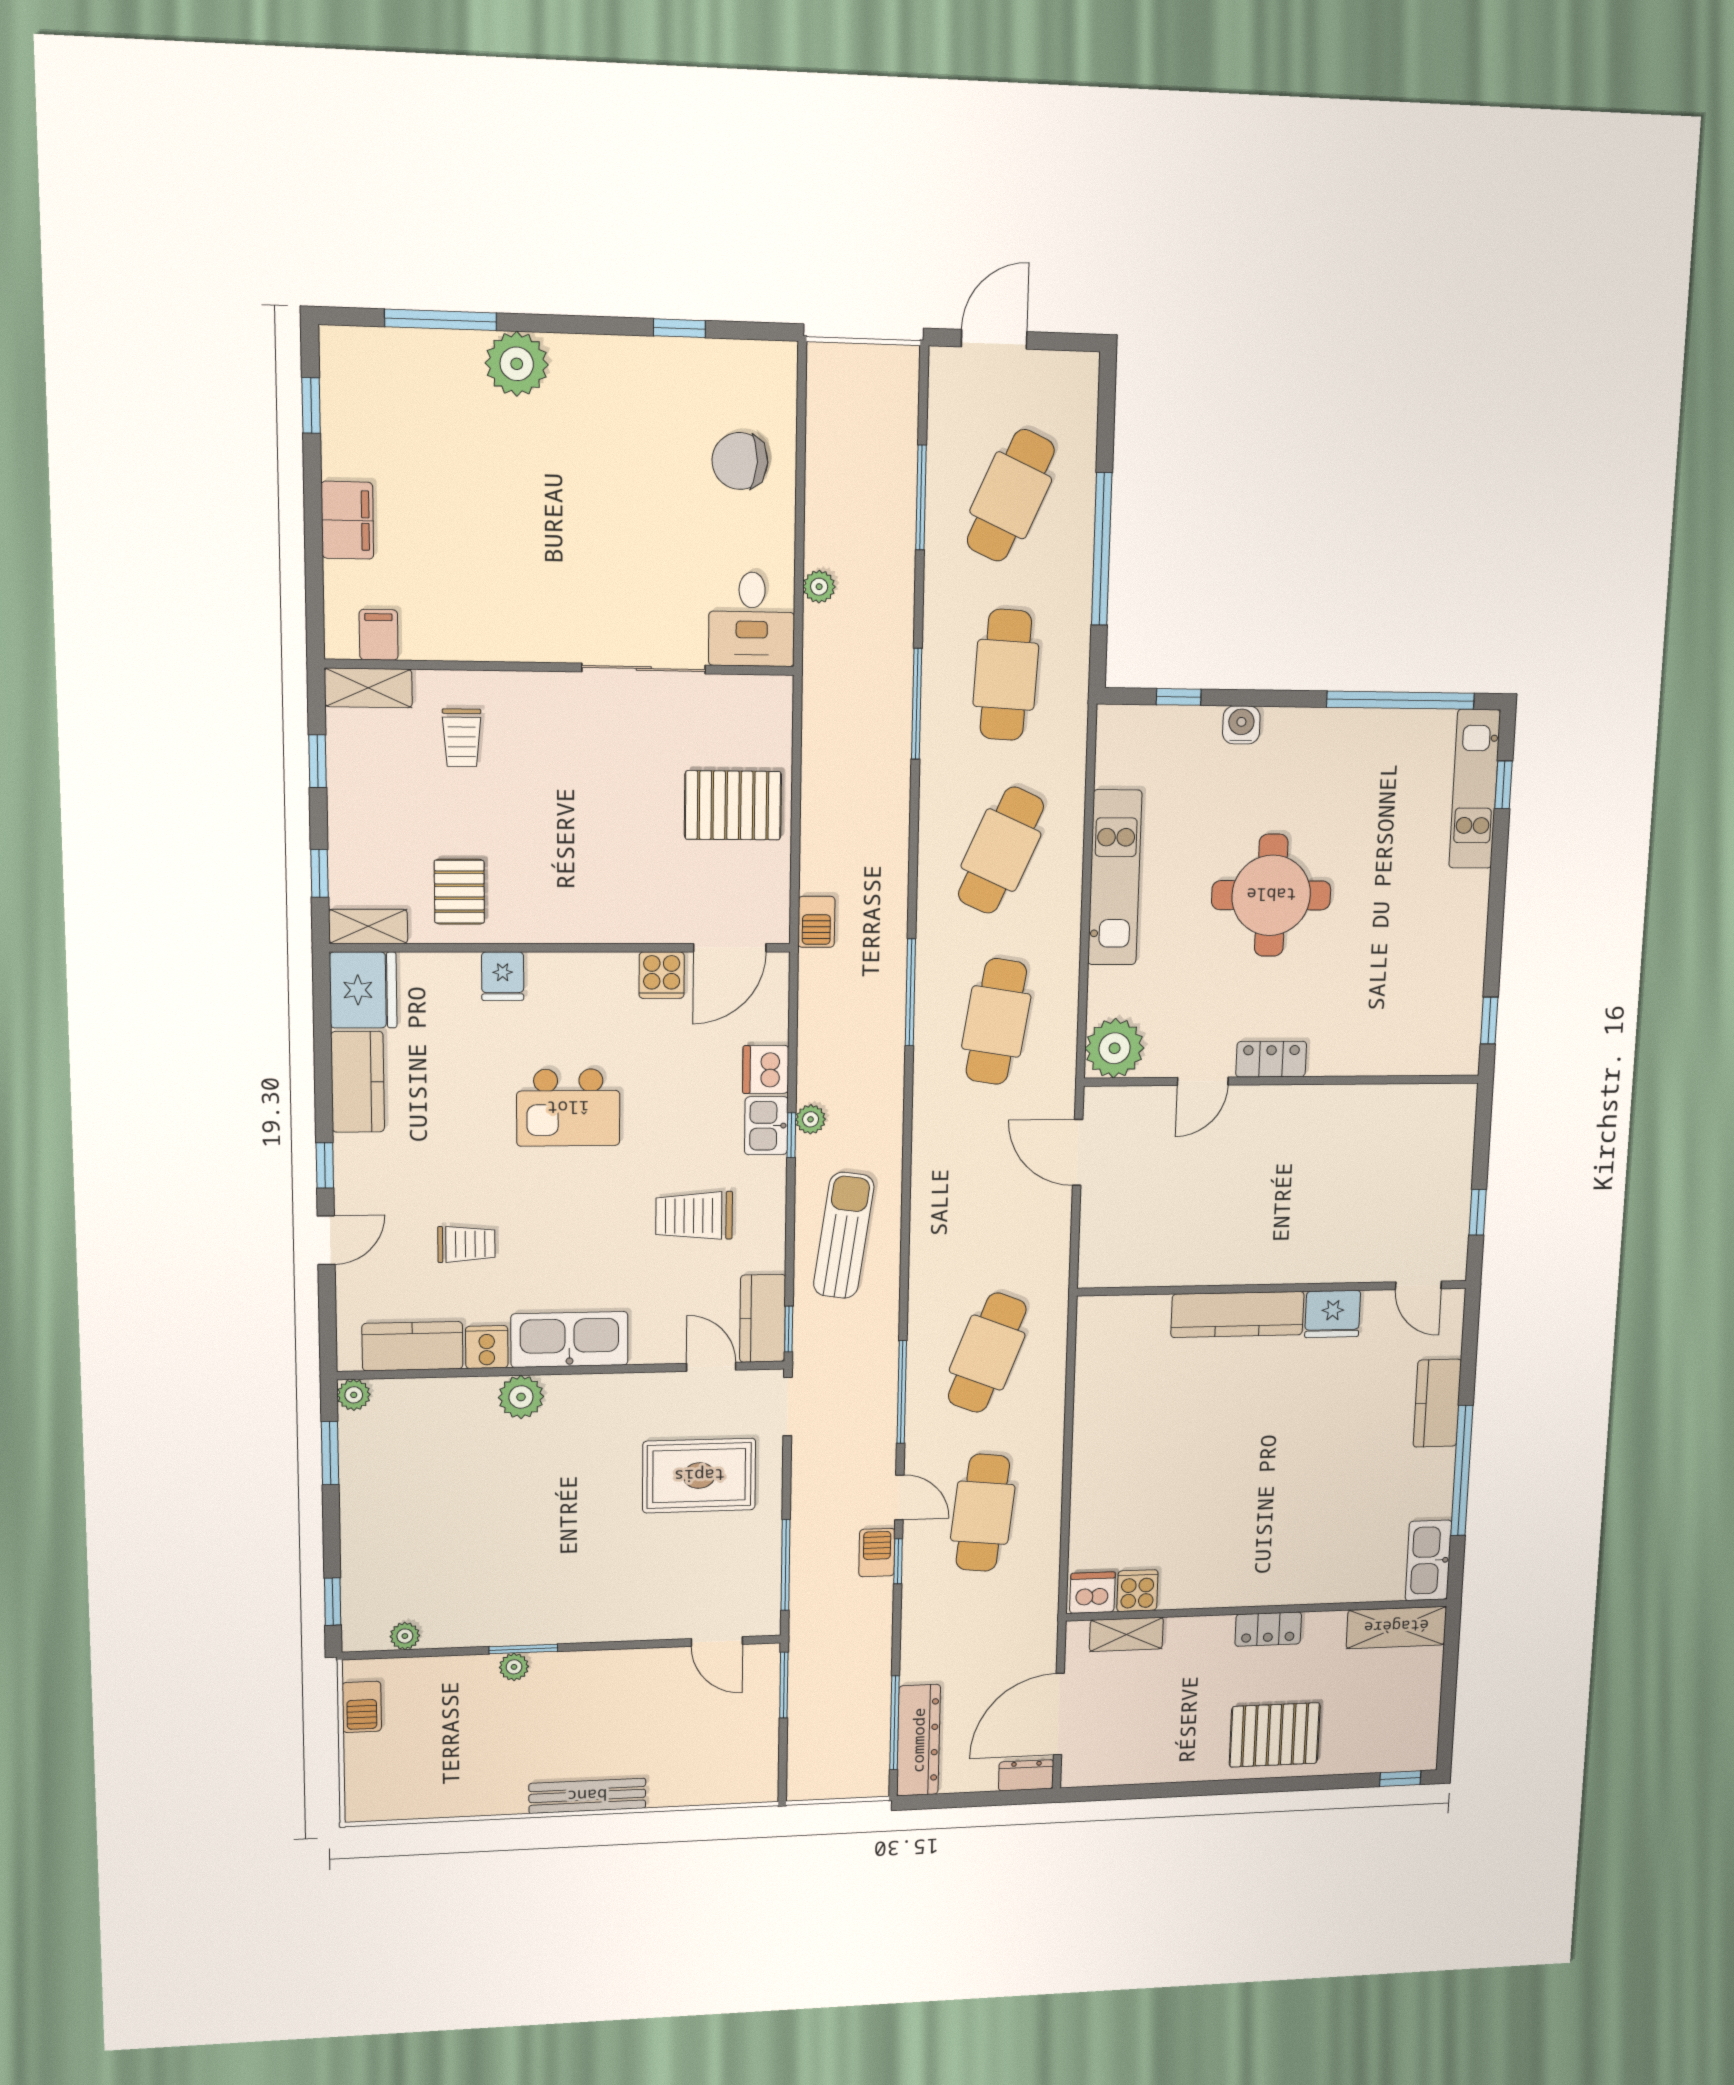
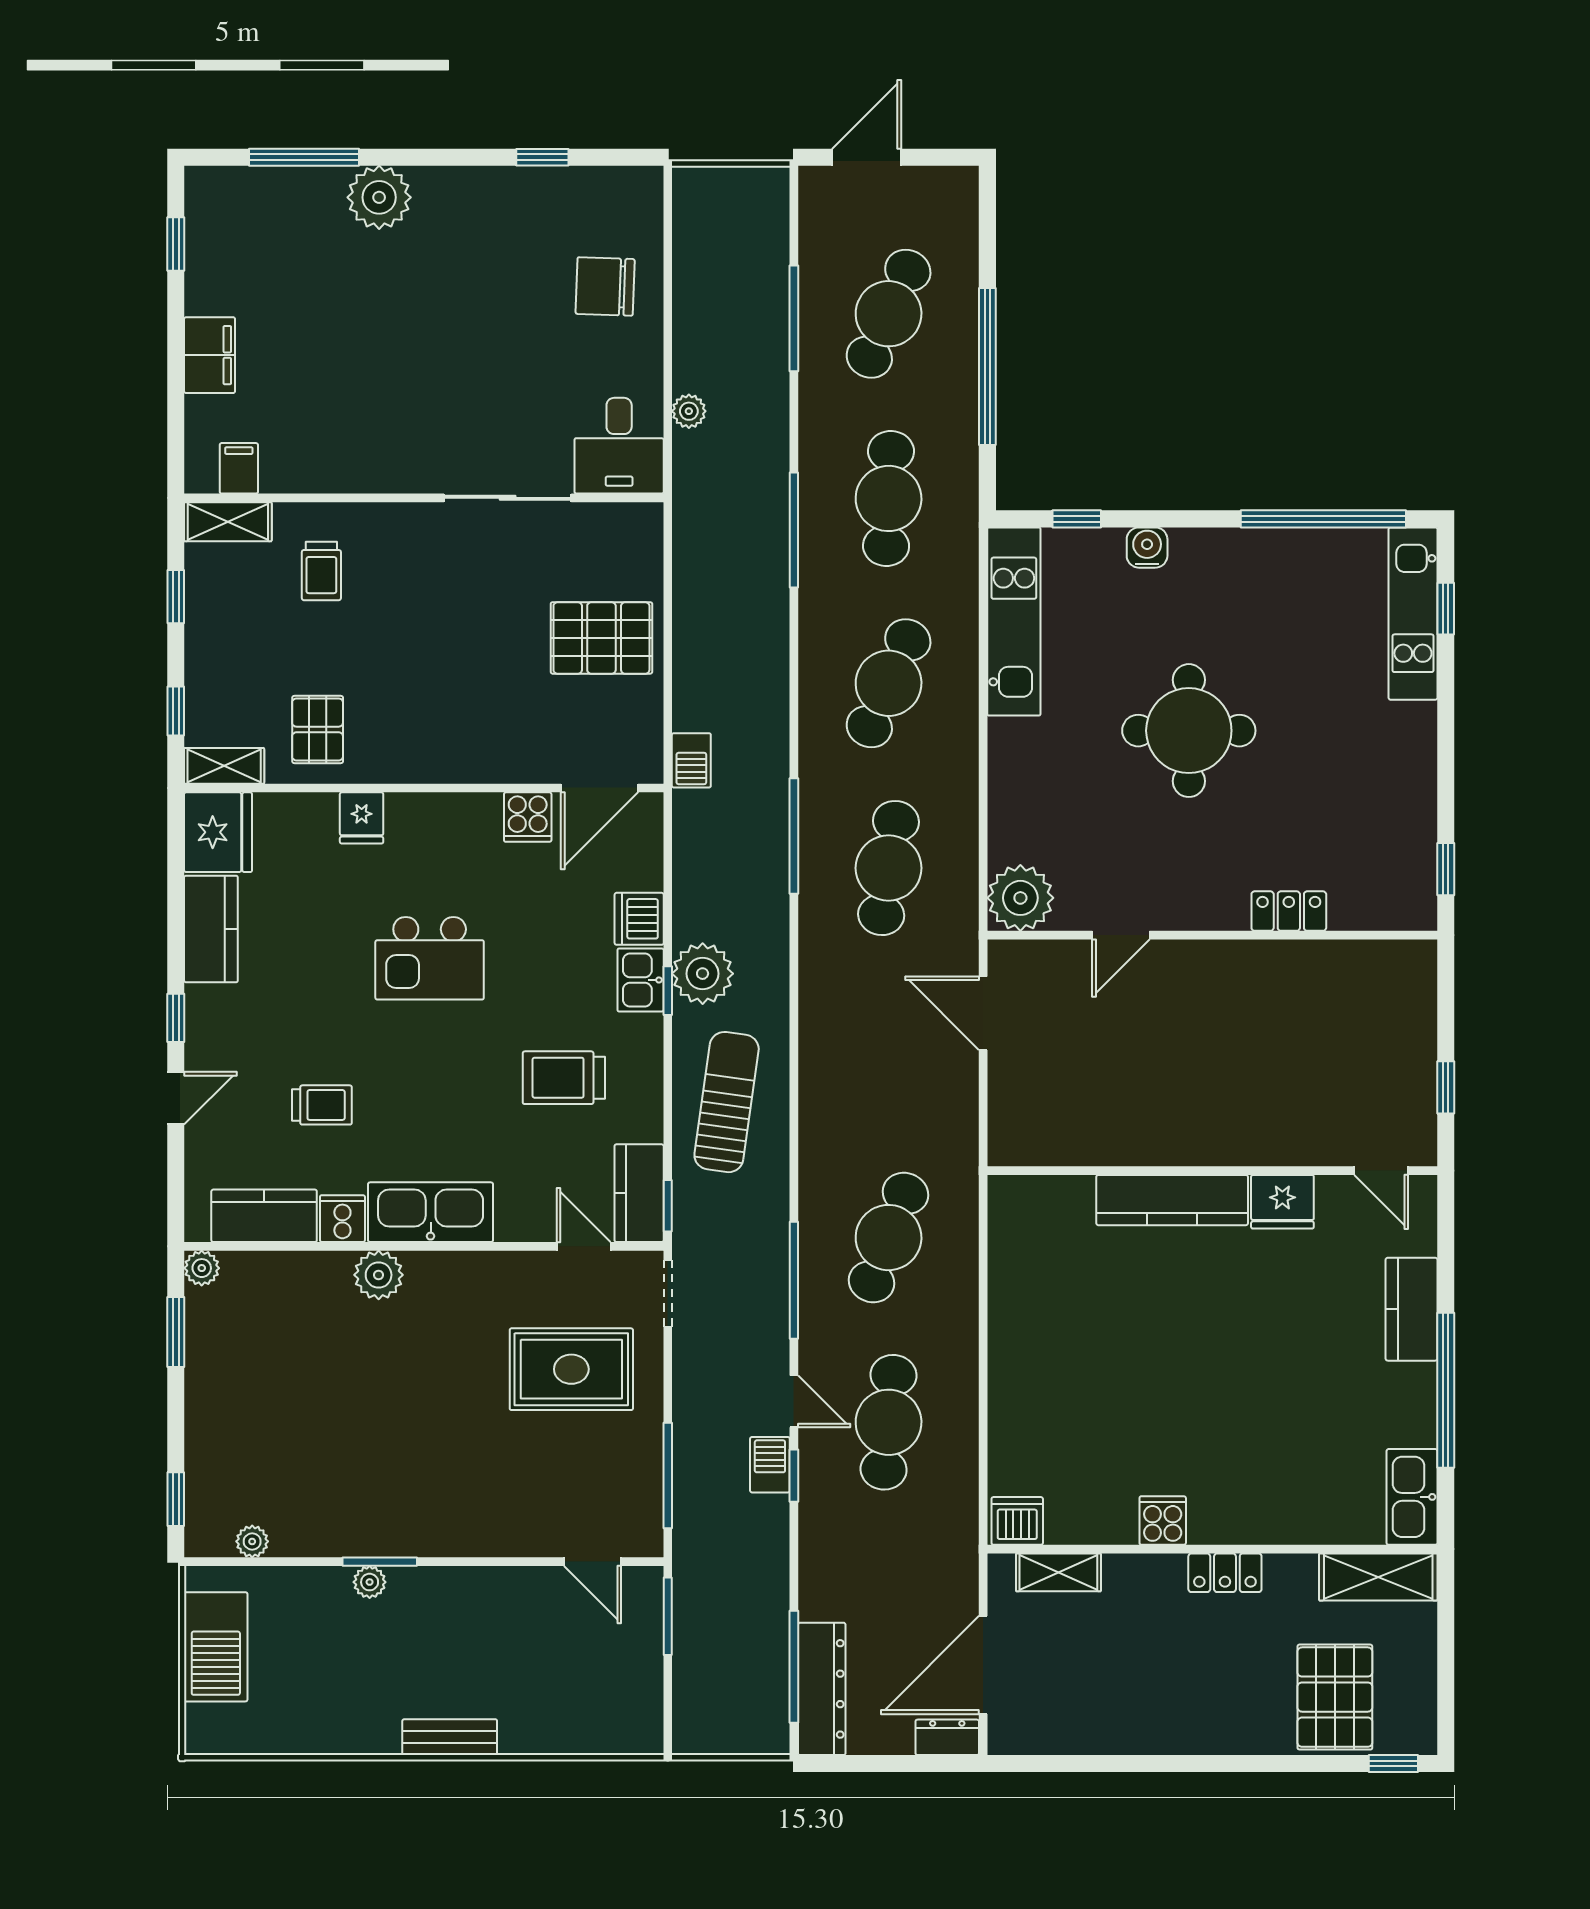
kitchen unit: (1115, 878) -> (1014, 622), moved
locker: (1271, 1059) -> (1289, 911), moved
plant: (811, 1119) -> (703, 974), width x1.88, depth x1.88
cooker: (1137, 1591) -> (1163, 1521), moved
barbecue: (362, 1707) -> (216, 1647), width x1.88, depth x1.53
pallet: (1275, 1735) -> (1335, 1697), moved, turned 90
bench: (587, 1796) -> (450, 1737), width x0.73

